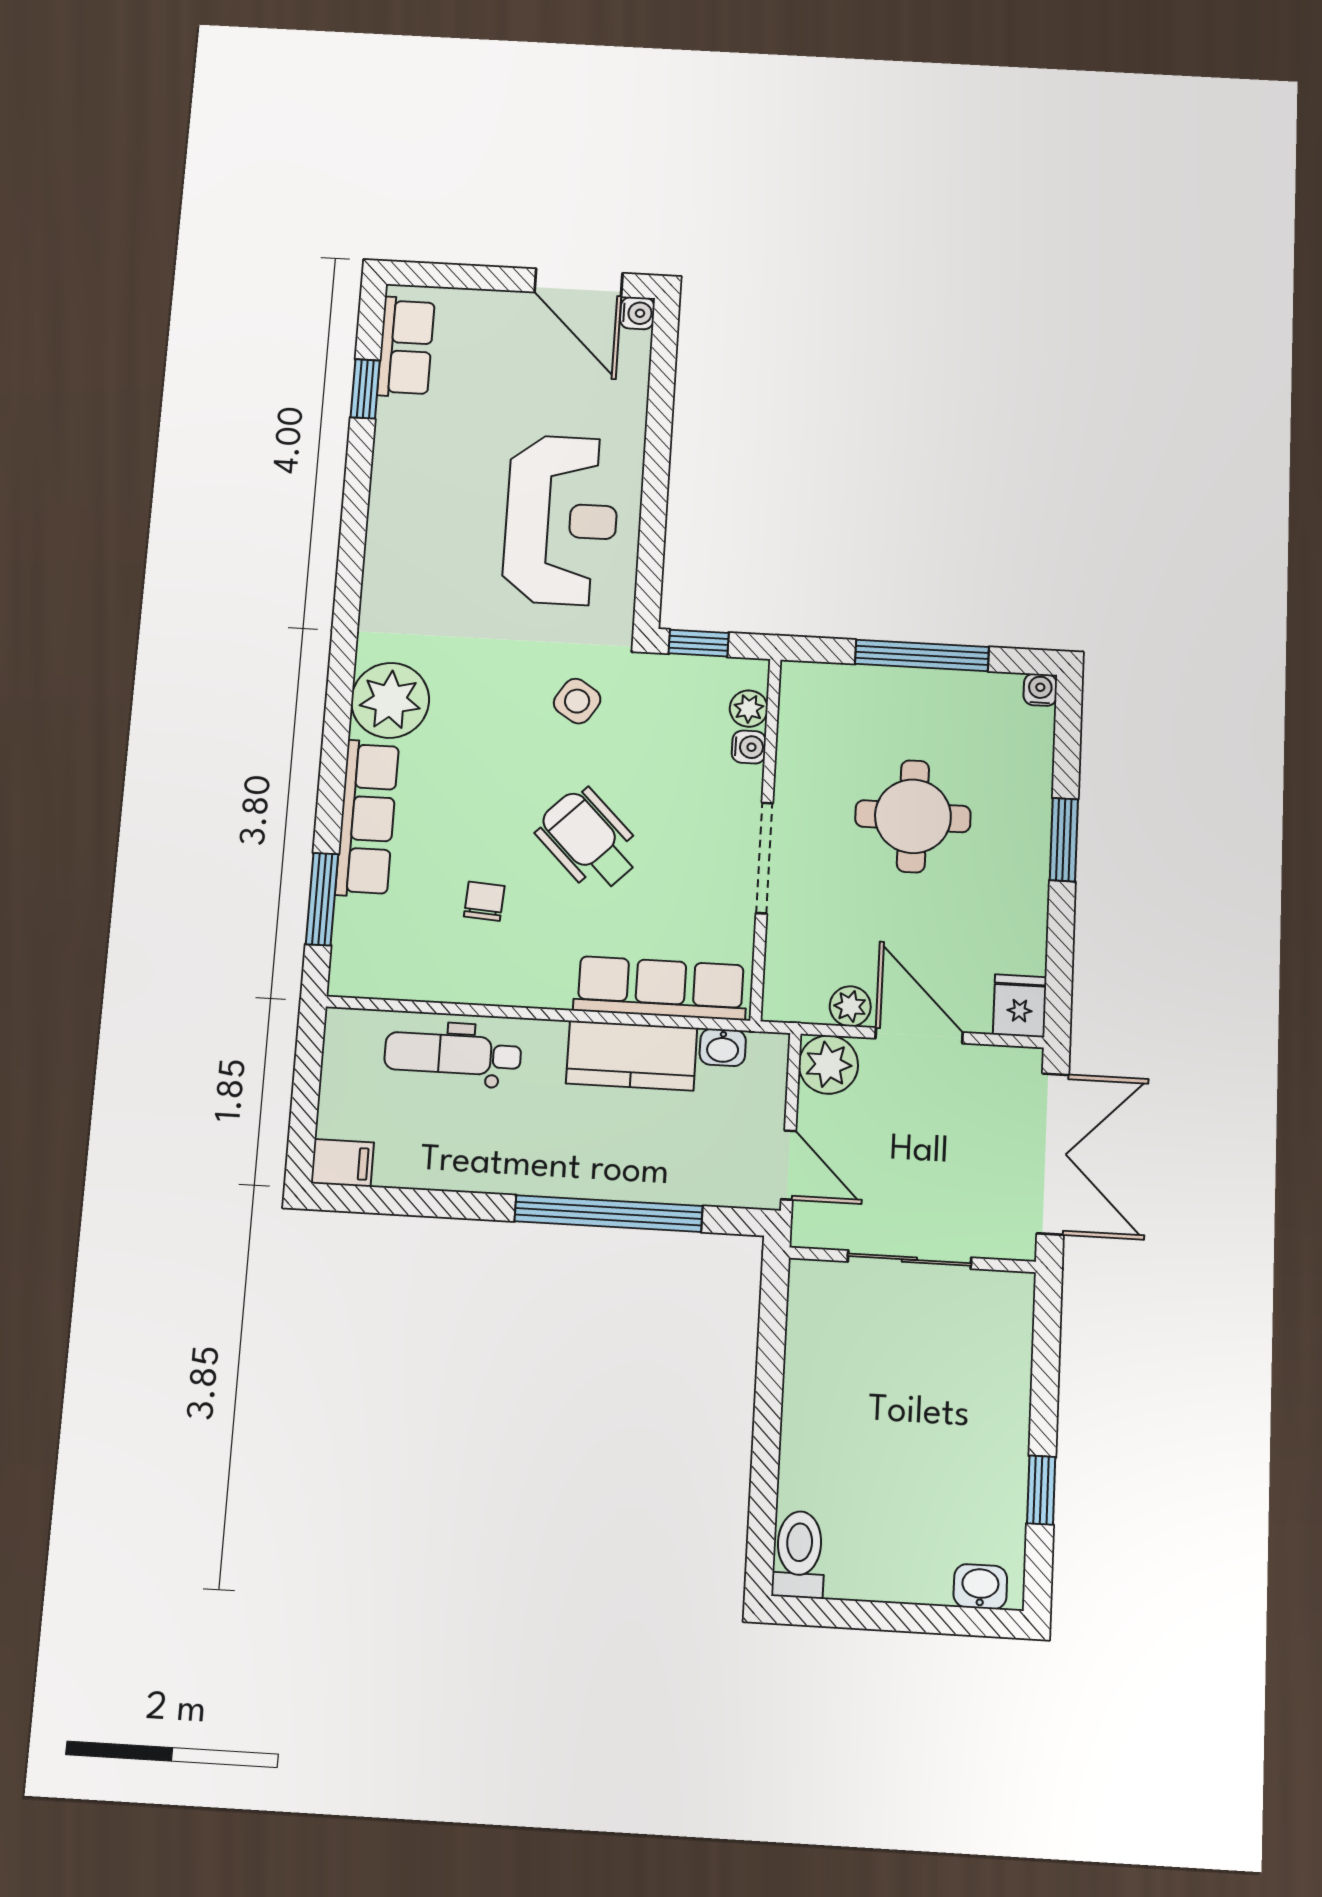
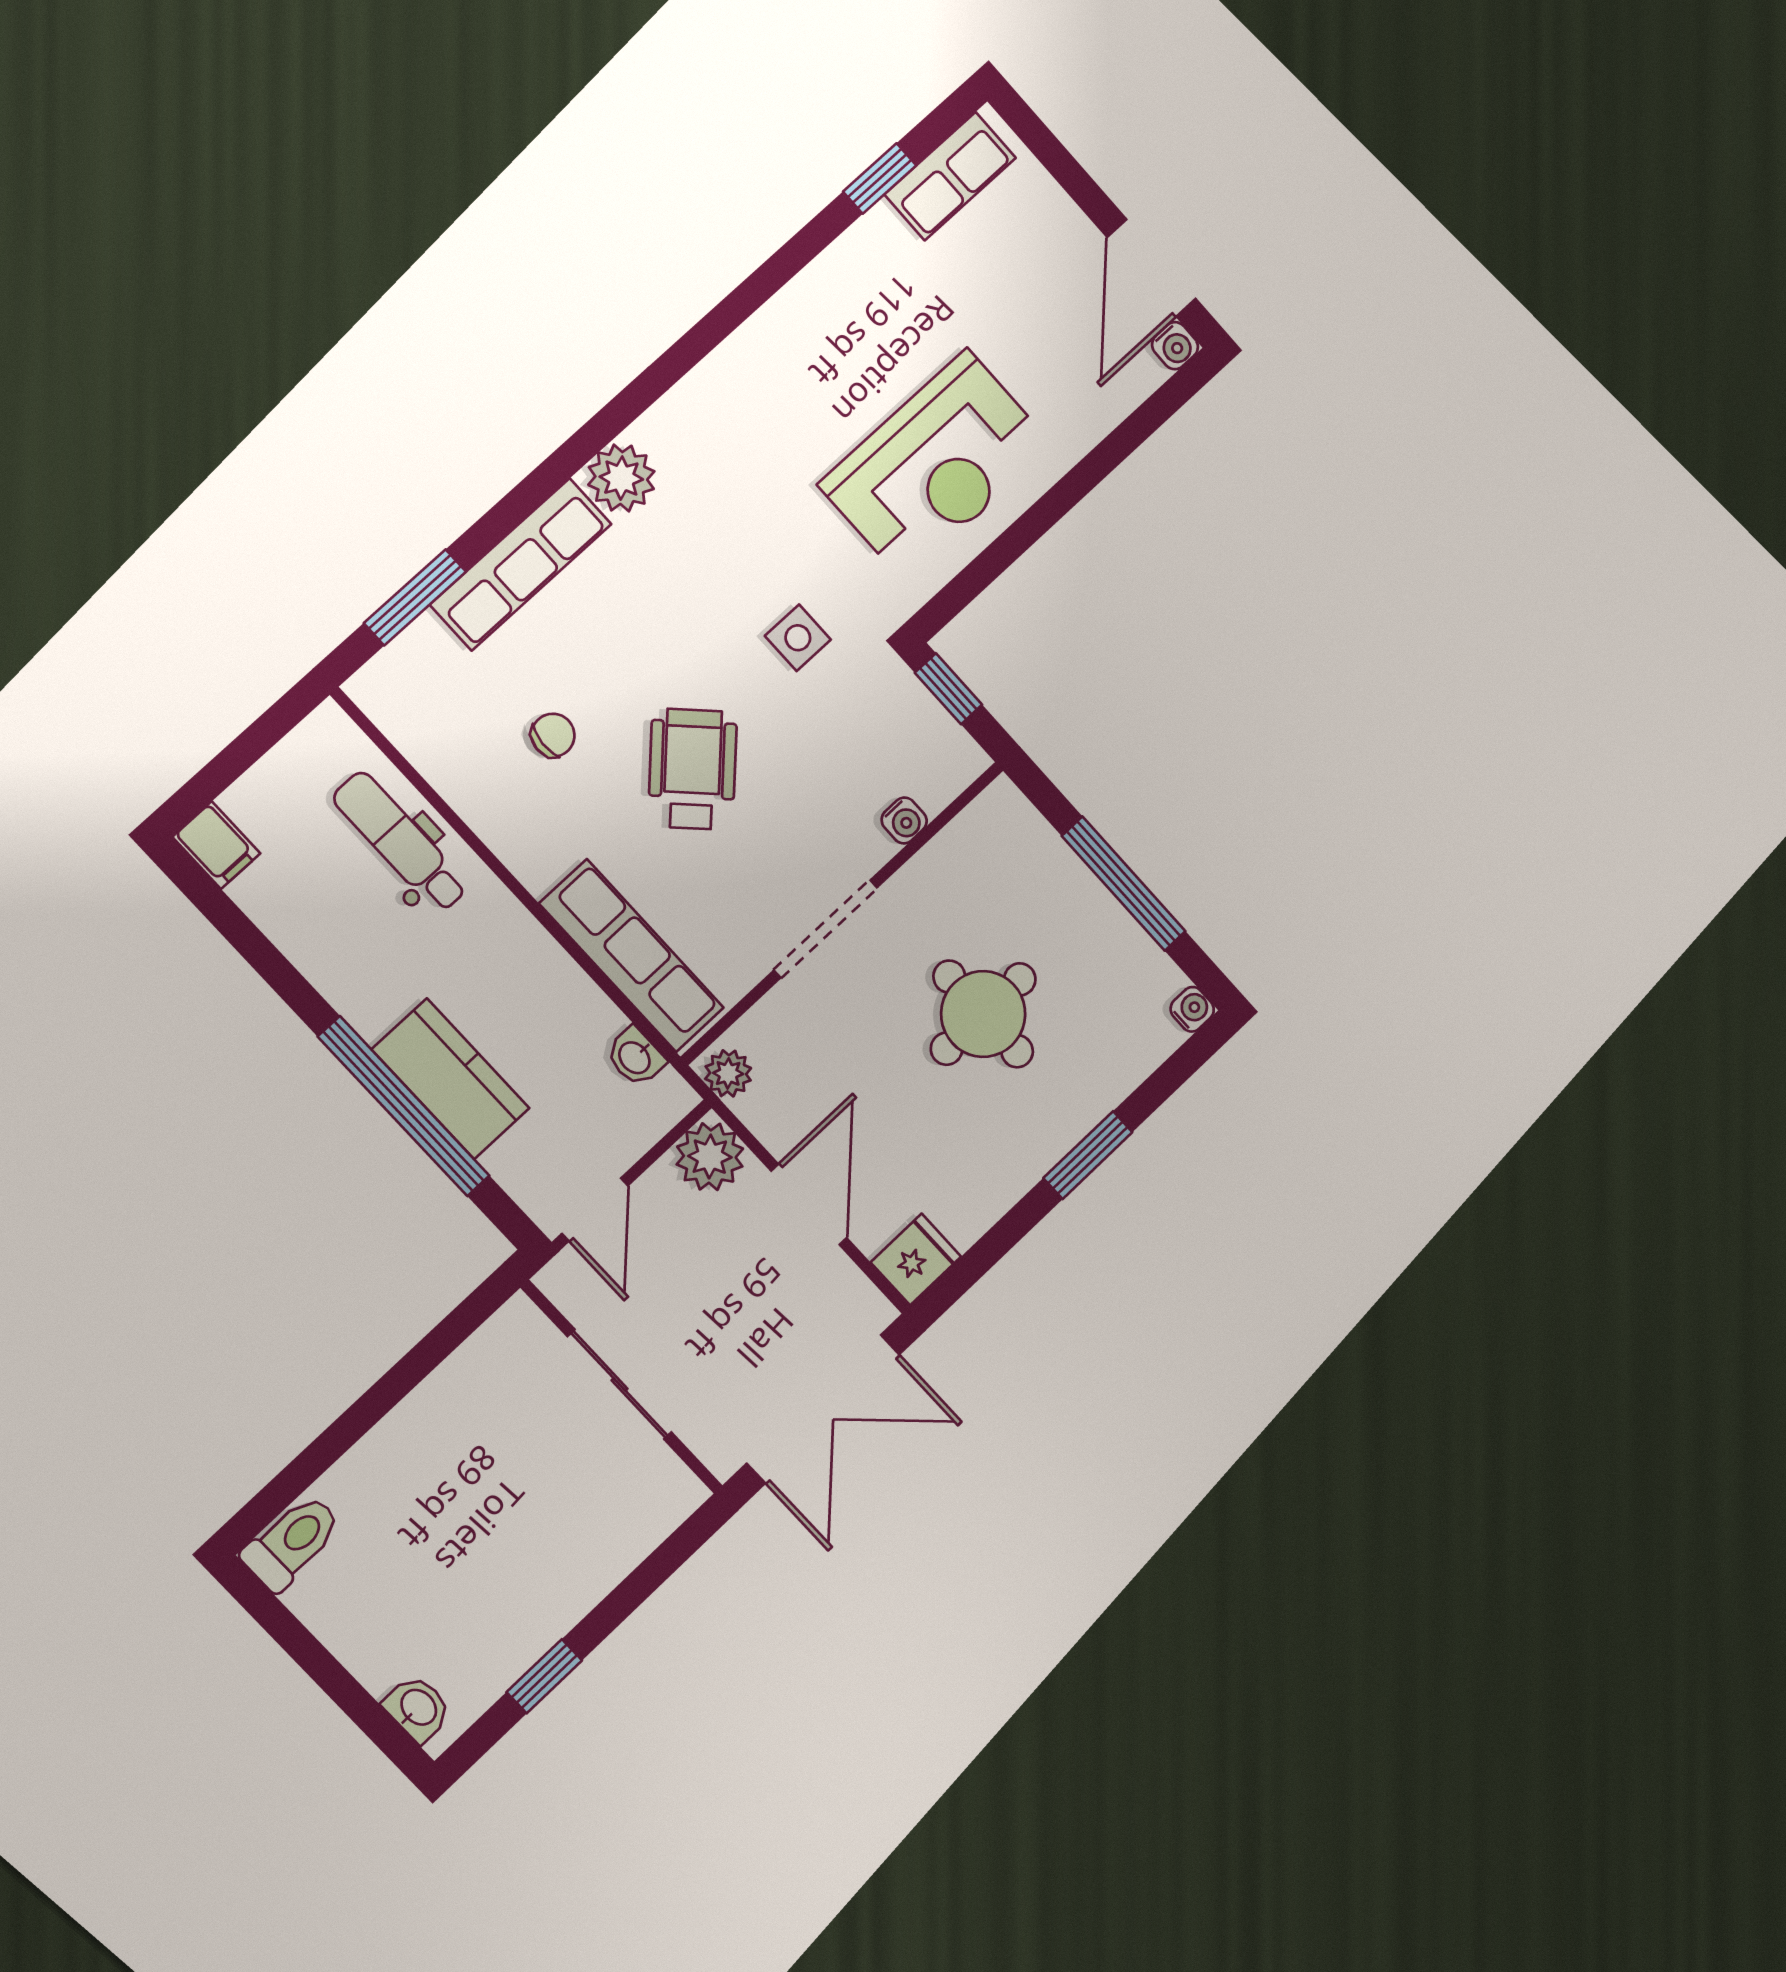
plant: (390, 700) -> (621, 478), width x0.73, depth x0.73
side table: (577, 701) -> (798, 638), turned -33
plant: (749, 709) -> (936, 787), removed
plant: (850, 1006) -> (728, 1073), moved
kitchen counter: (632, 1056) -> (451, 1079), moved, turned 180

